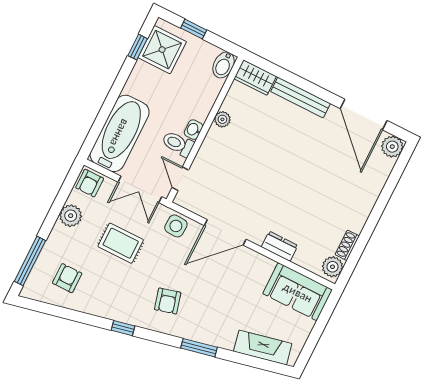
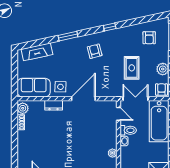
side table: (176, 226) -> (60, 87), moved
rug: (121, 243) -> (132, 68), turned 90

